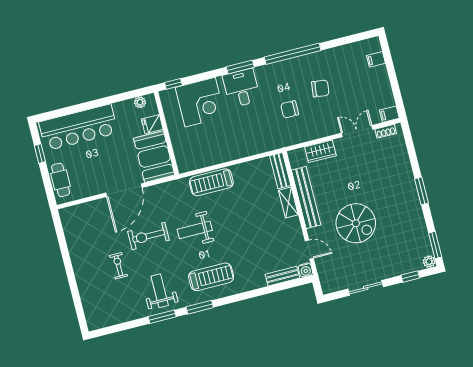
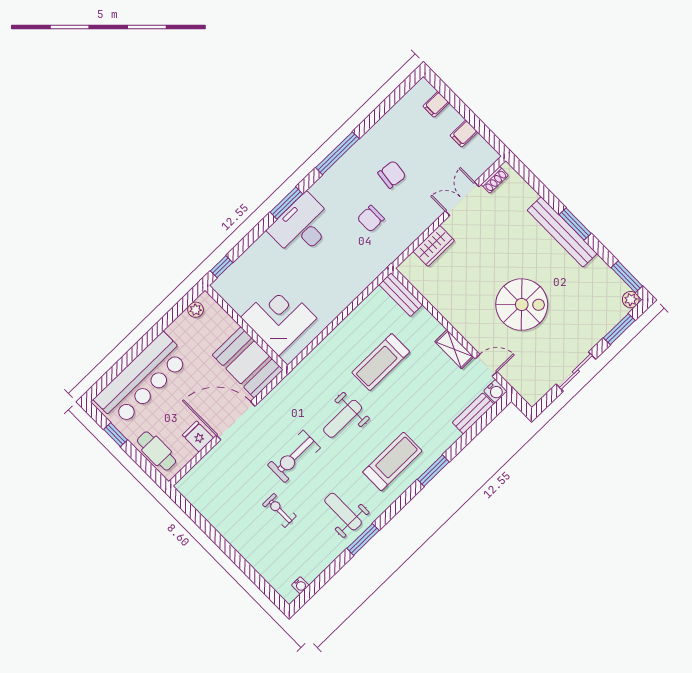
window: (293, 54) -> (337, 153), width x0.68
desk: (241, 88) -> (302, 226), width x1.37
corner desk: (200, 102) -> (279, 318), moved, turned -90
filing cabinet: (389, 114) -> (464, 134), moved
fridge: (152, 124) -> (198, 437), moved, turned 90
treadmill: (211, 182) -> (381, 362), moved
door: (124, 190) -> (236, 421), swing flipped
bench: (306, 198) -> (562, 232), moved
shelving: (288, 202) -> (454, 349), moved
window: (410, 277) -> (619, 329), width x1.50
window: (200, 307) -> (433, 471), moved
water cooler: (104, 323) -> (300, 585), added

